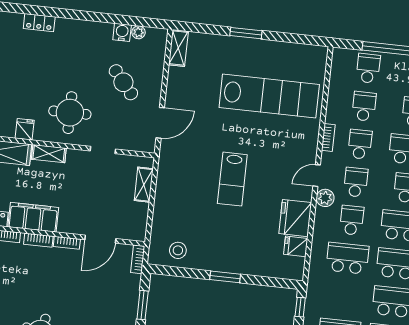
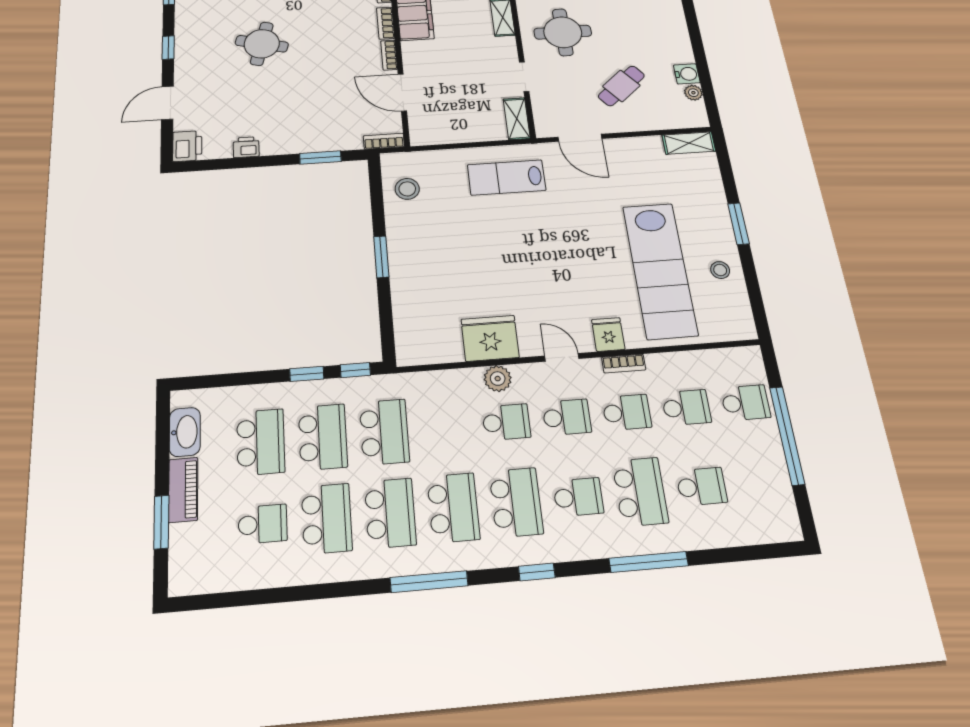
stool: (277, 56) -> (720, 270), added
lab bench: (232, 179) -> (507, 178), moved
shelving: (144, 185) -> (517, 119), moved, turned 90
plant: (325, 198) -> (498, 379), moved
fridge: (296, 246) -> (608, 334), moved
school desk: (347, 258) -> (384, 432), moved

